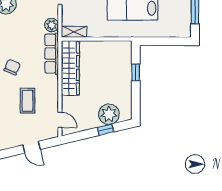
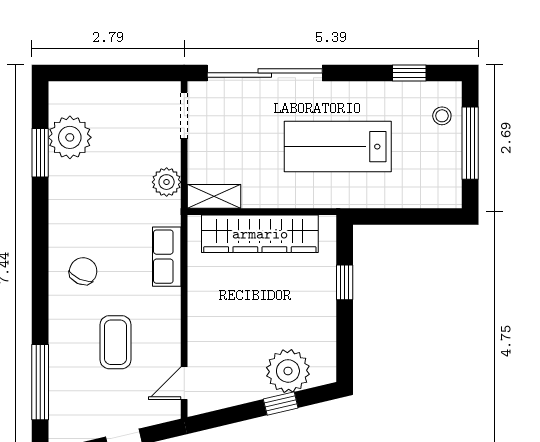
row of seats: (52, 54) -> (167, 257), width x0.68
wardrobe: (70, 68) -> (260, 234), moved, turned 90
door: (60, 120) -> (184, 383), swing flipped

